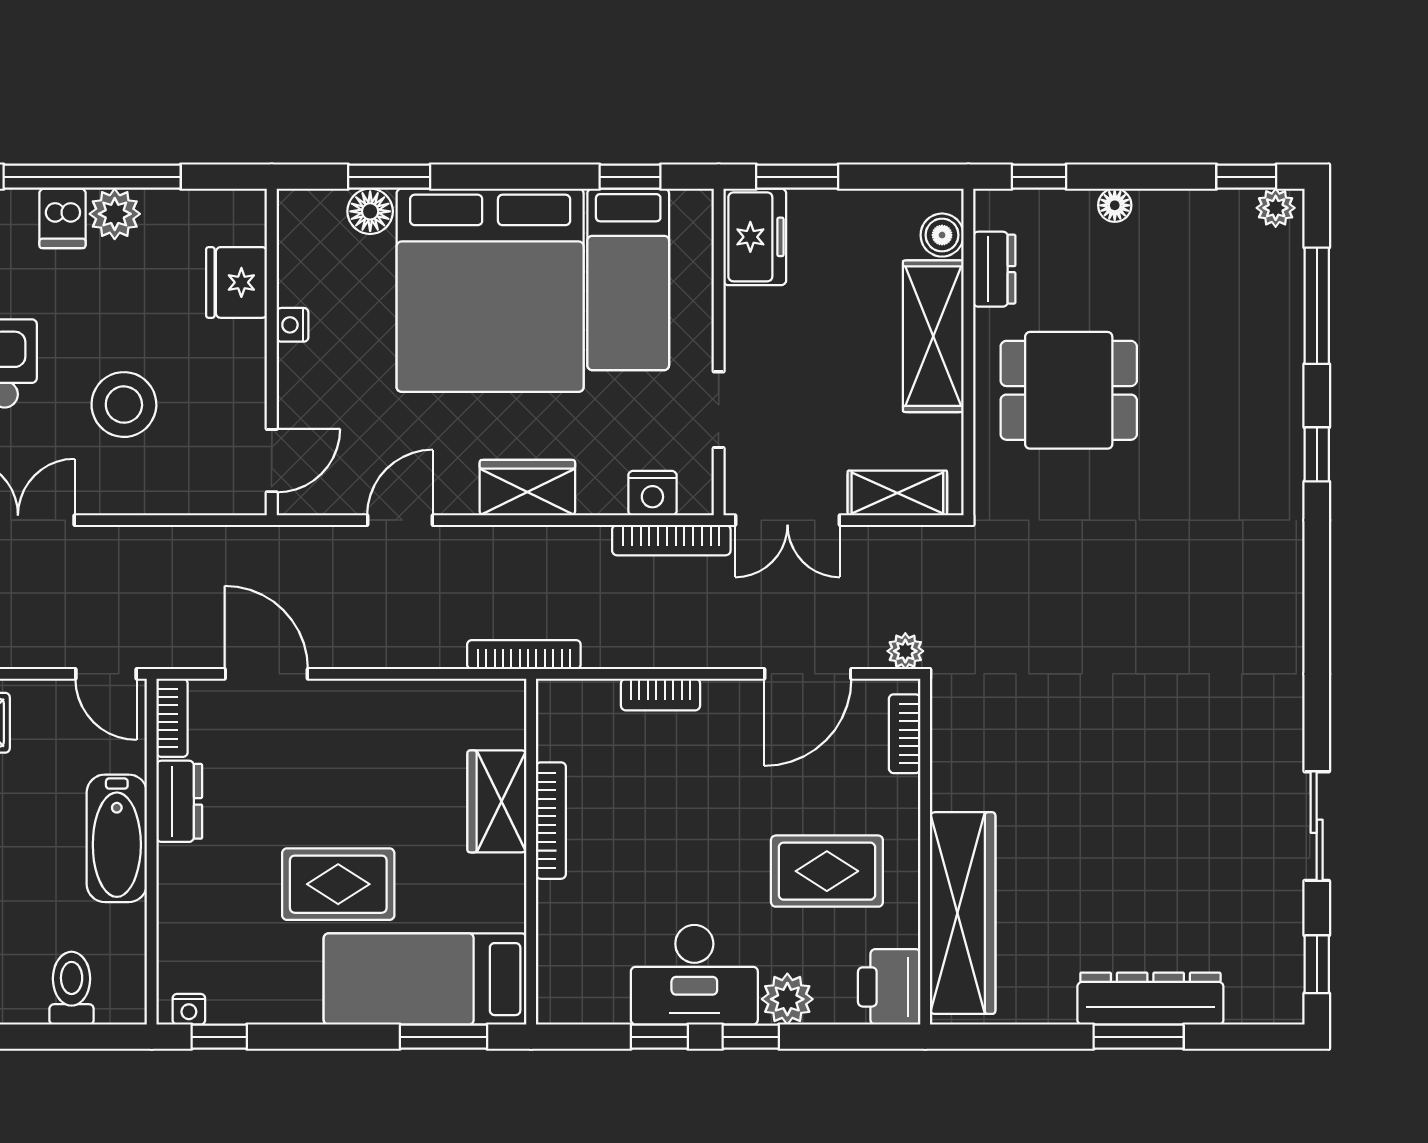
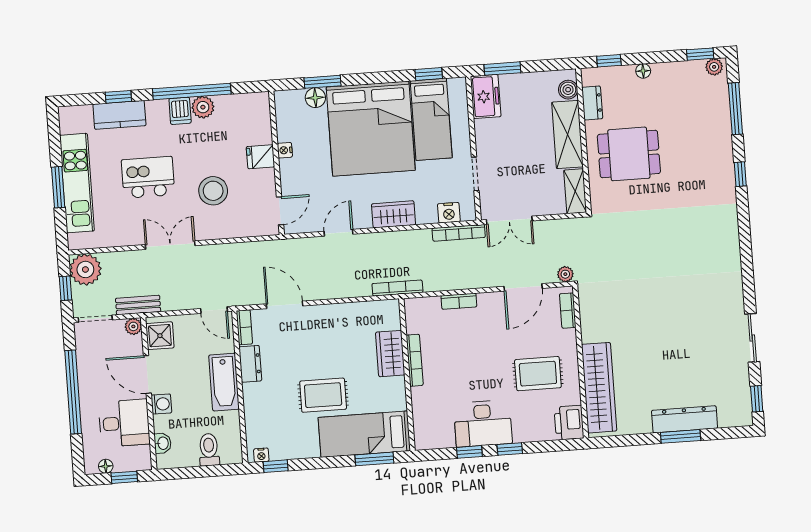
fridge: (237, 282) -> (260, 157), moved, width x0.72
shelving: (897, 493) -> (575, 191), moved, turned 90
plant: (787, 999) -> (525, 431), removed

